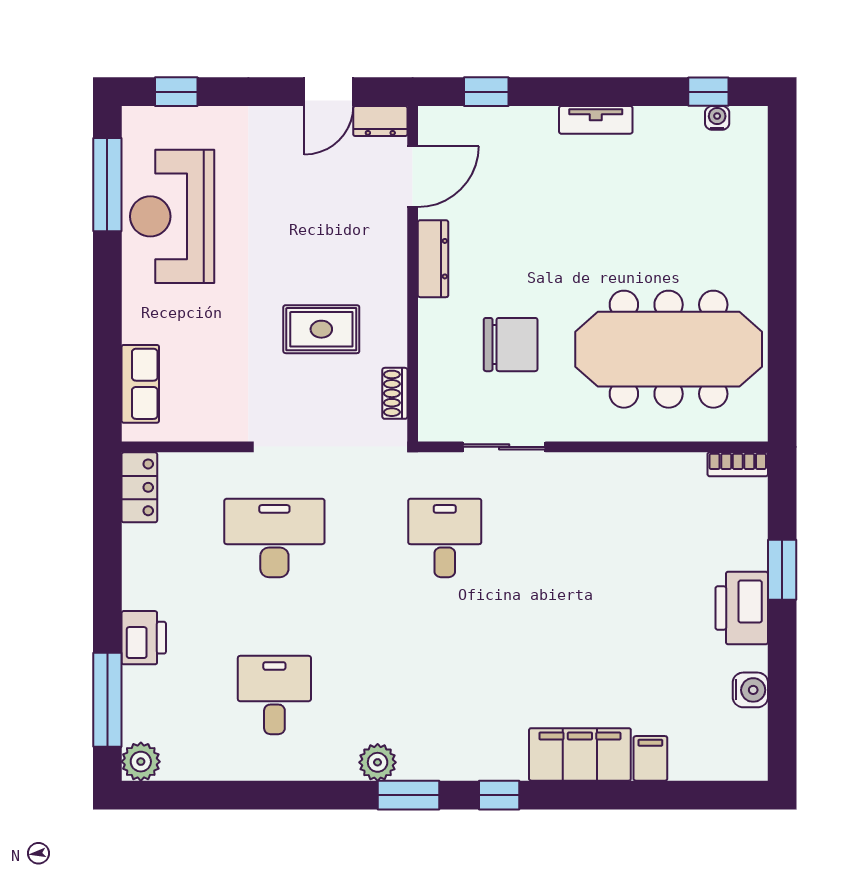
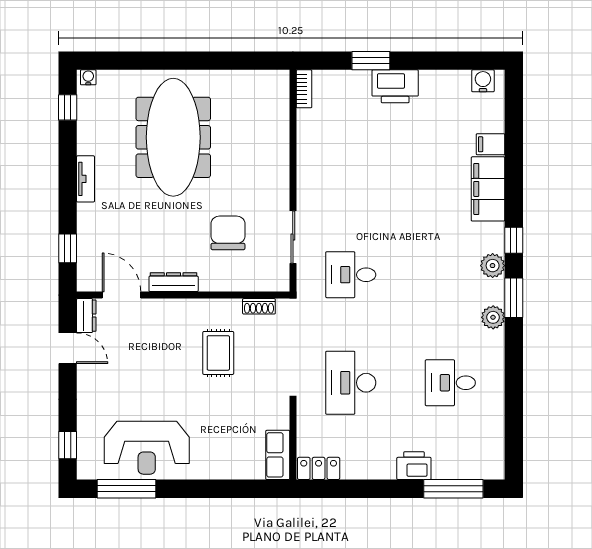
water cooler: (717, 118) -> (88, 77), moved, turned 90
meeting table: (669, 349) -> (173, 137), moved
row of seats: (140, 384) -> (278, 455), moved, turned -90
water cooler: (750, 690) -> (483, 81), moved
plant: (141, 762) -> (493, 266), moved

